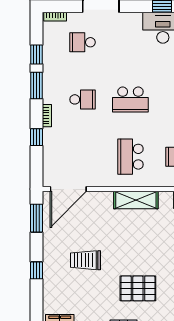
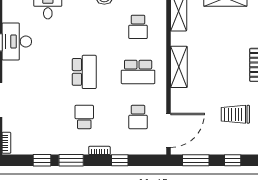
school desk: (83, 42) -> (138, 117), moved
door: (68, 189) -> (168, 130), hinge flipped
trolley: (85, 260) -> (235, 114), turned 90
window: (36, 270) -> (233, 160), moved

